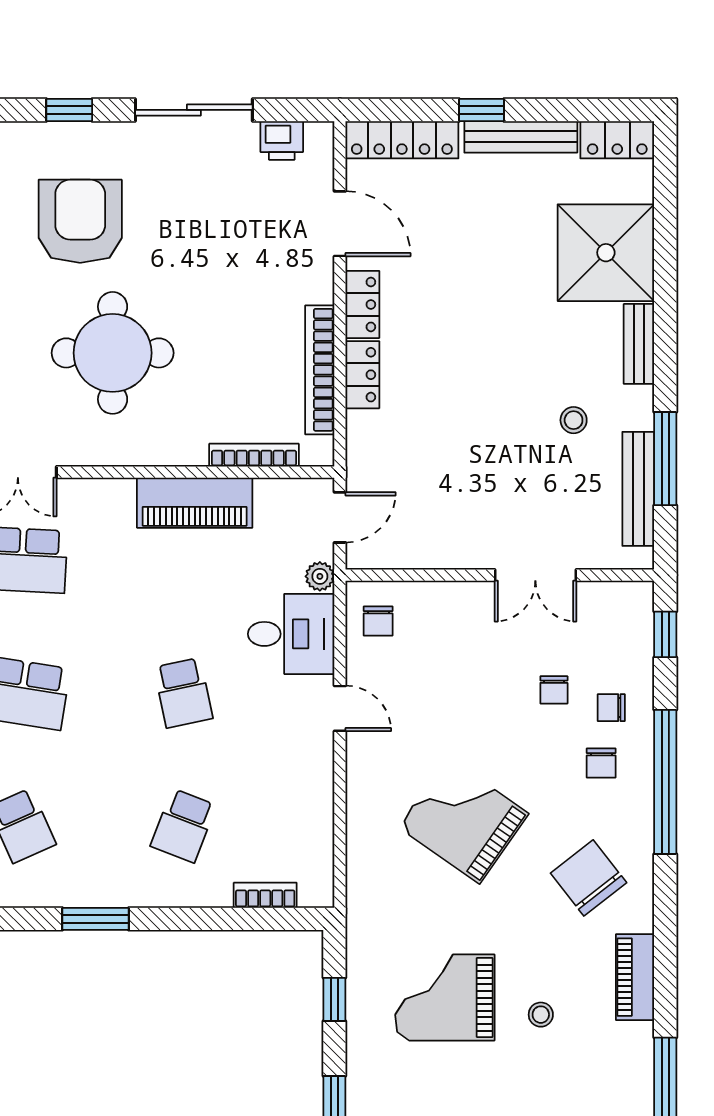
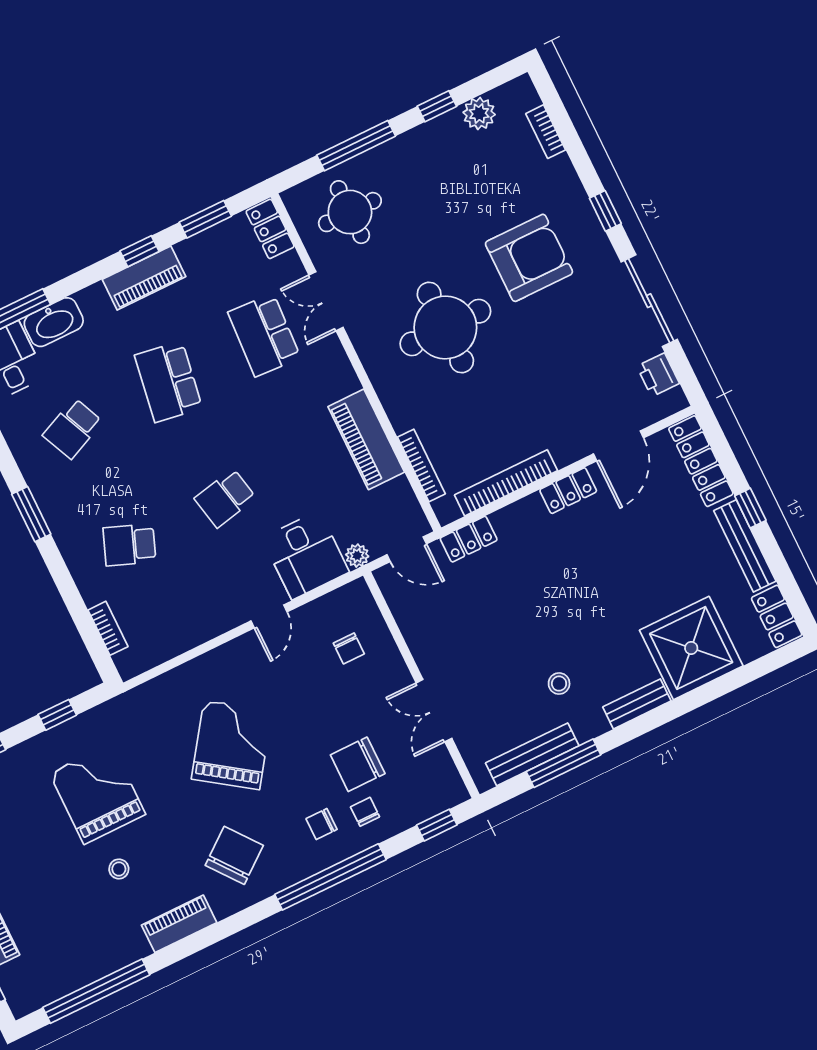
locker: (362, 375) -> (469, 539), moved
chair: (378, 621) -> (349, 648), moved, turned -90
chair: (554, 690) -> (358, 764), width x1.87, depth x1.87

